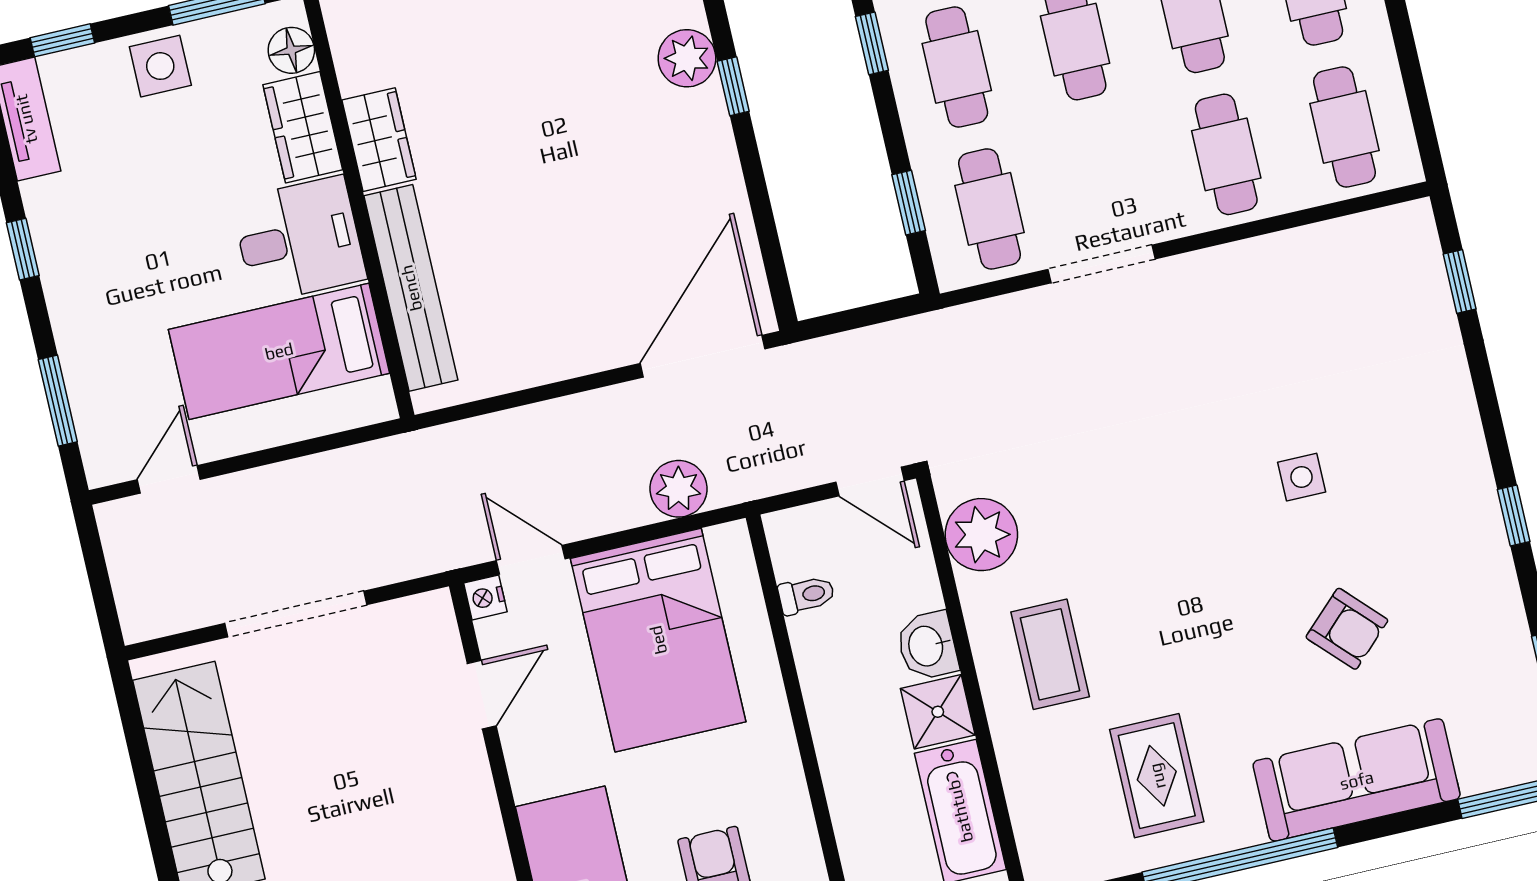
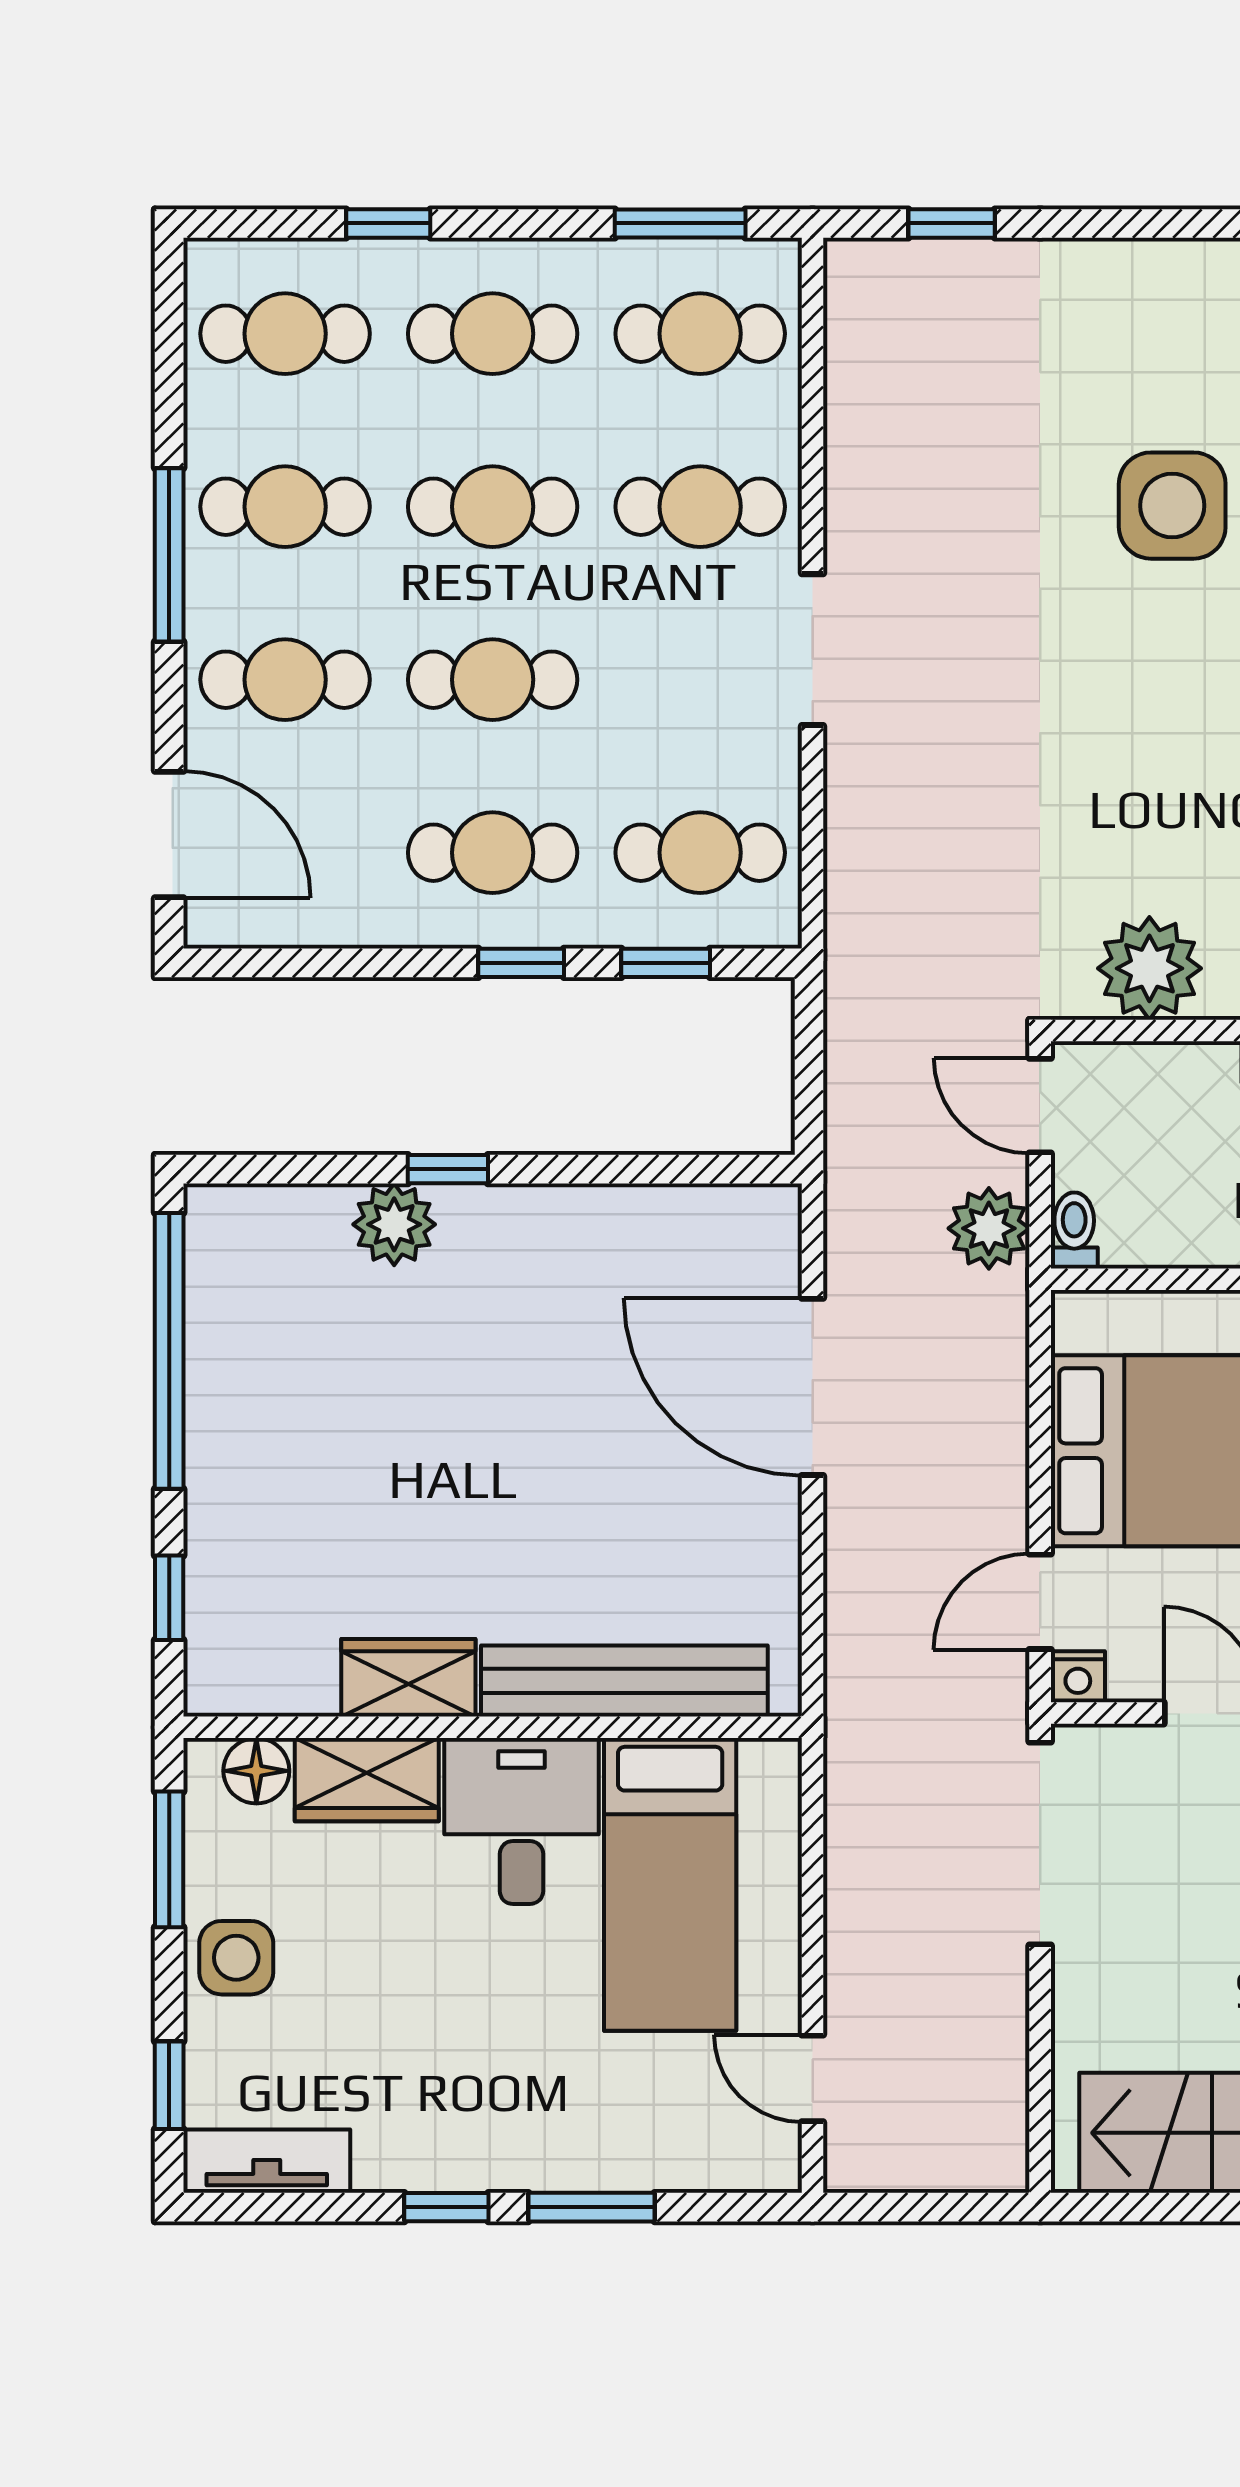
window: (872, 43) -> (521, 963), moved
window: (1417, 96) -> (680, 223), added
doorway: (1101, 264) -> (813, 650), moved
door: (703, 356) -> (813, 1387), moved
window: (58, 401) -> (591, 2207), moved
side table: (1302, 477) -> (1172, 506), width x1.87, depth x1.87
door: (870, 481) -> (1040, 1106), swing flipped
plant: (678, 489) -> (989, 1228), moved
toilet: (806, 595) -> (1074, 1230), moved
doorway: (296, 614) -> (1040, 1843), moved

